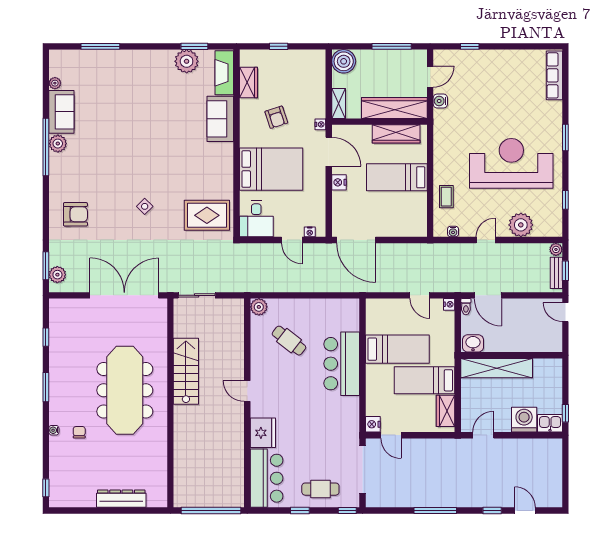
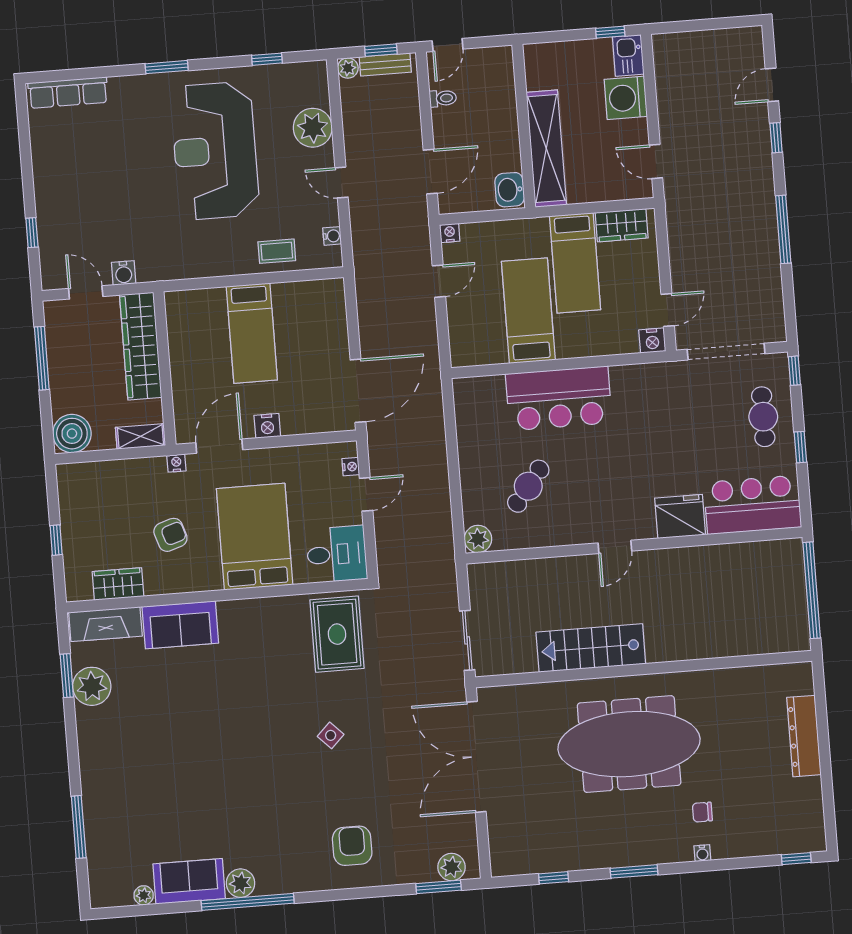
wardrobe: (396, 134) -> (182, 340), removed
toilet: (466, 307) -> (443, 98), moved

